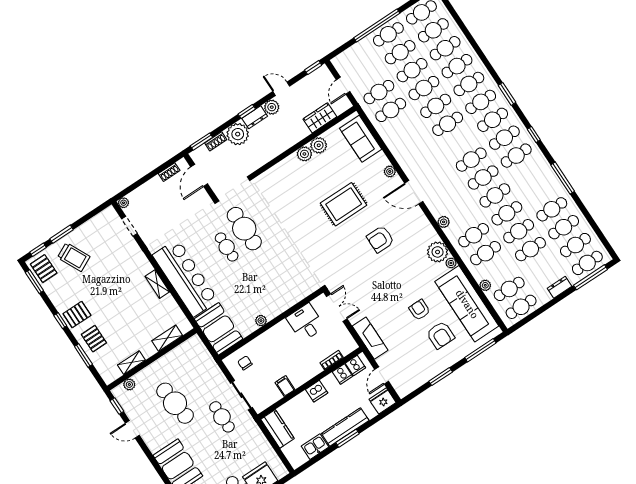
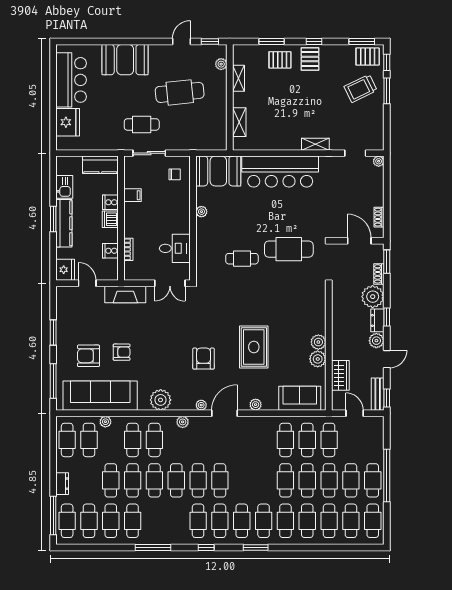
bench: (315, 77) -> (378, 394), added
cafe table: (448, 124) -> (285, 440), moved
cafe table: (227, 247) -> (242, 259), moved
plant: (451, 263) -> (201, 405), moved
shelving: (157, 284) -> (315, 144), moved
cooker: (355, 365) -> (110, 202), moved

